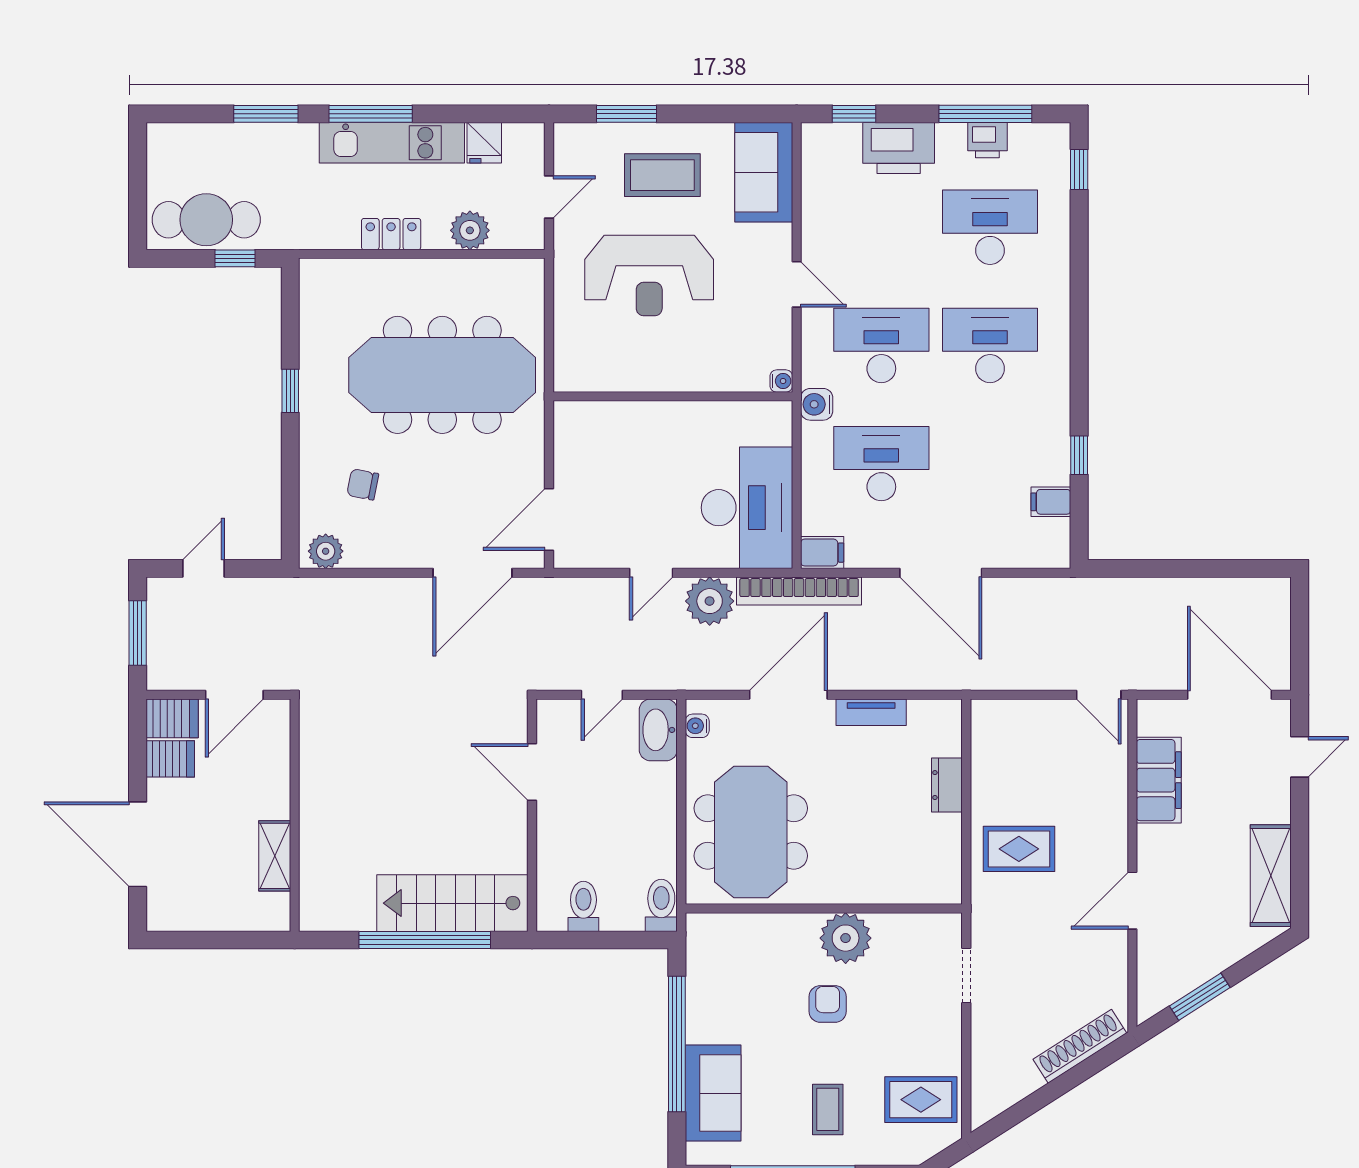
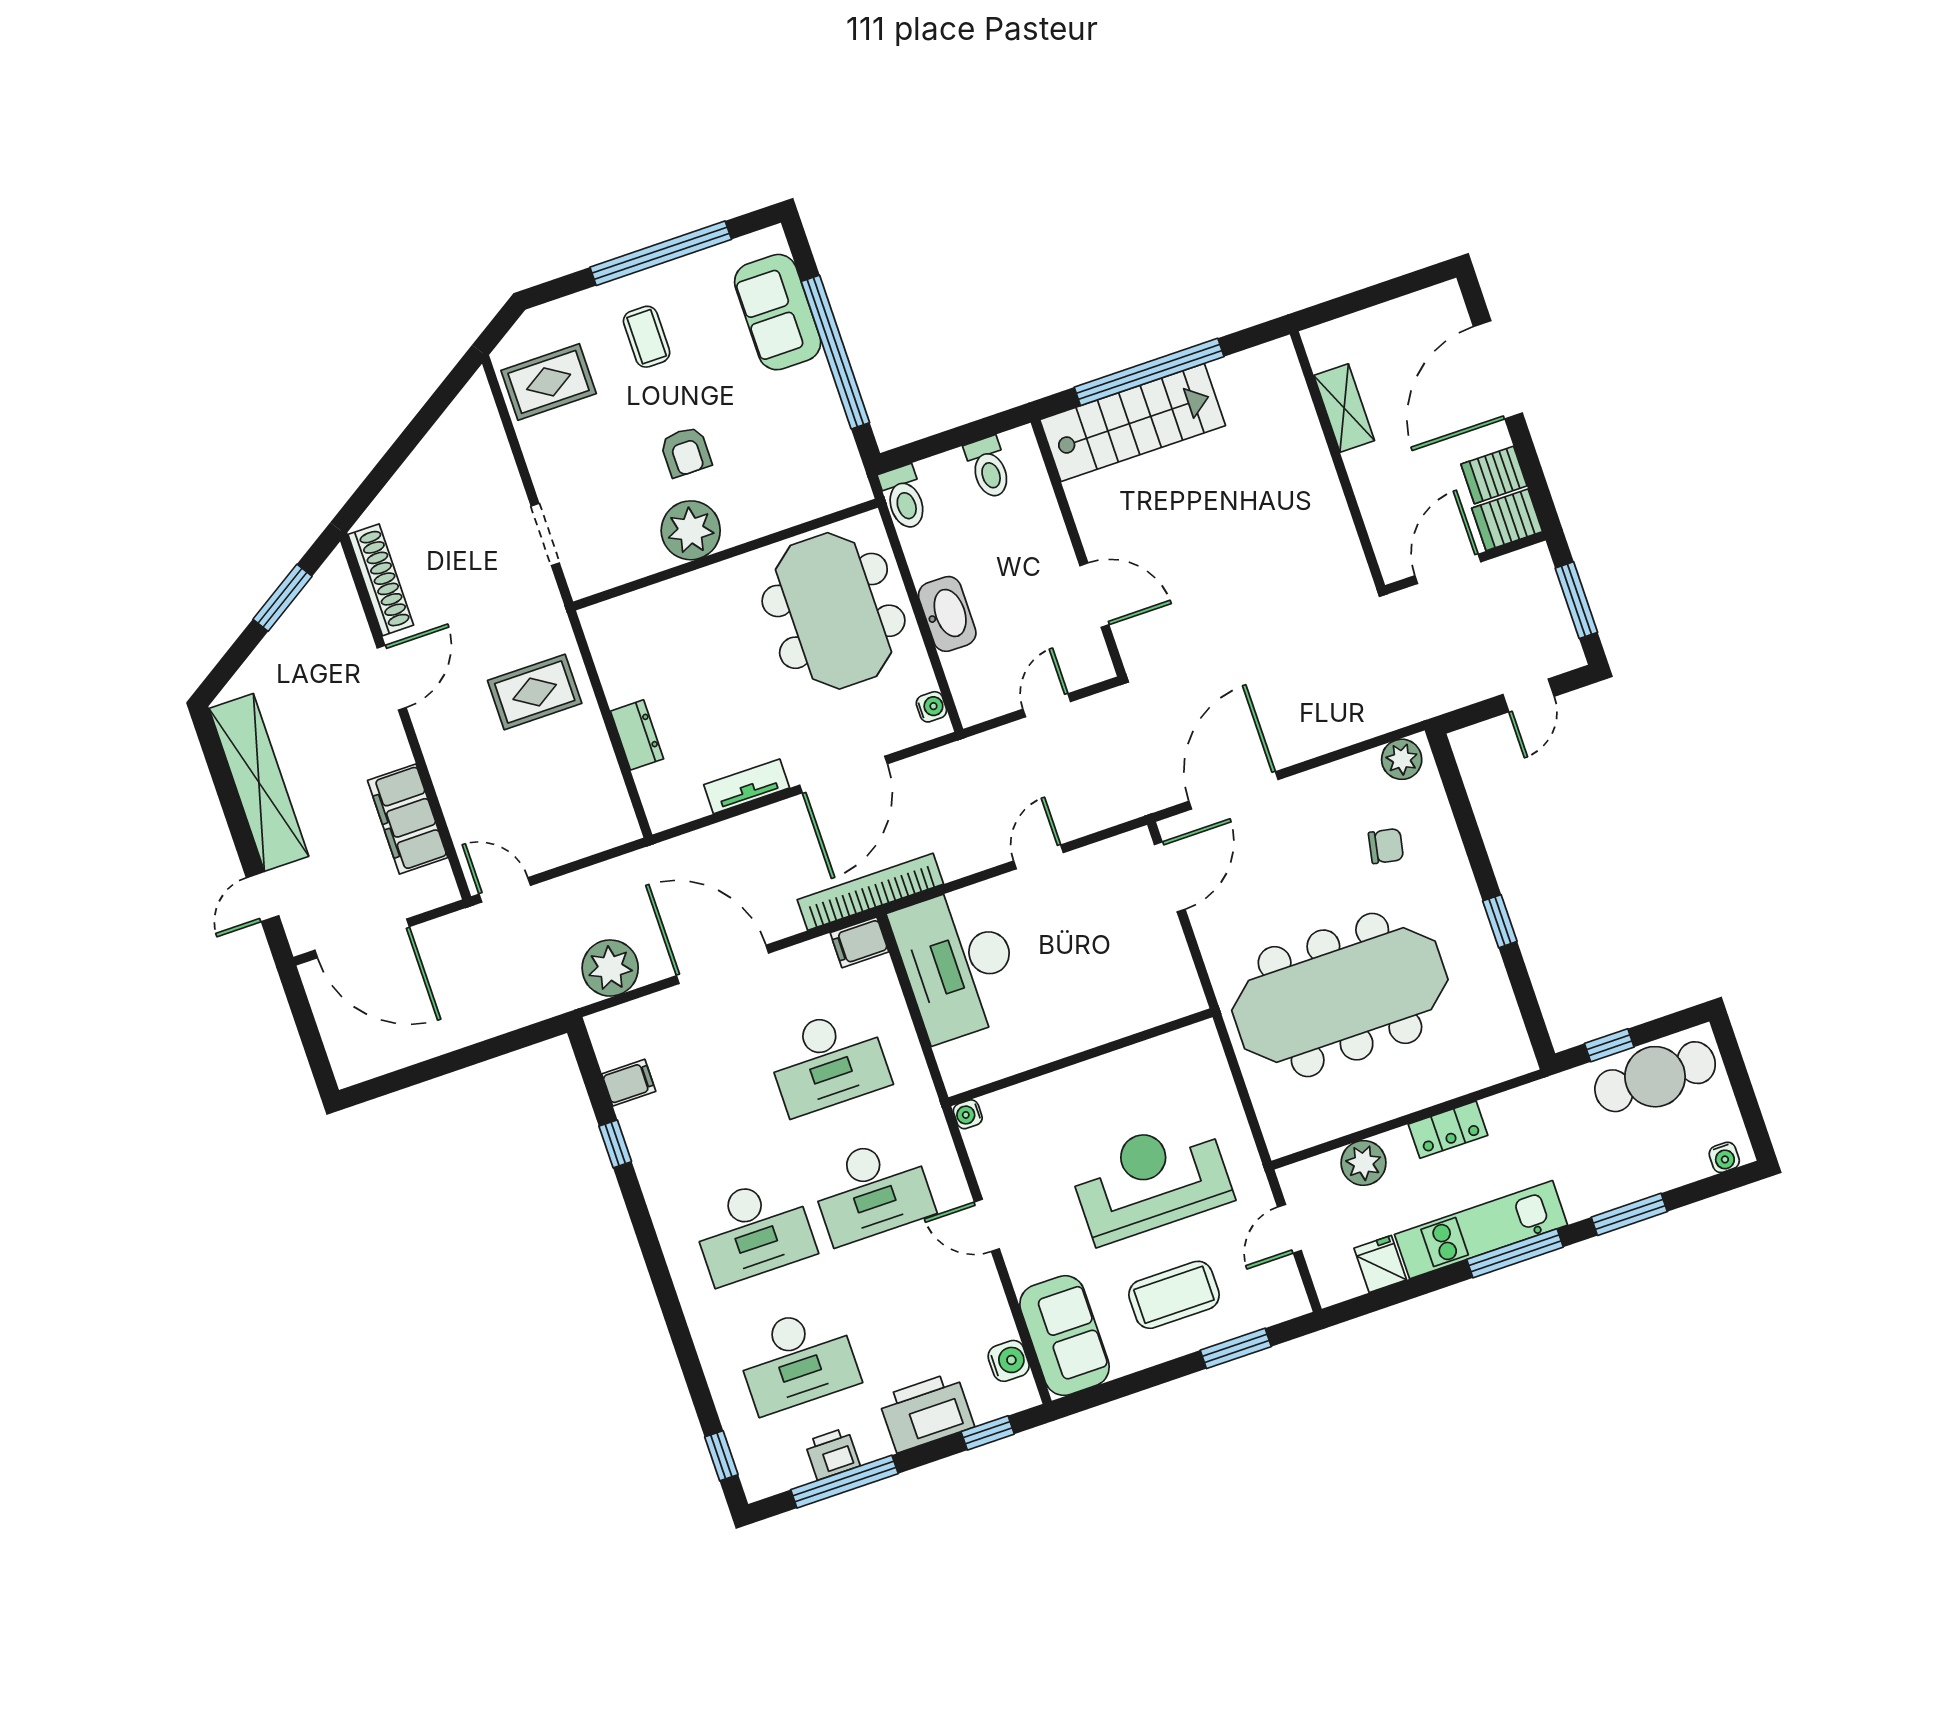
water cooler: (172, 134) -> (1724, 1157), added
water cooler: (817, 404) -> (1009, 1361), moved
plant: (710, 601) -> (610, 968), moved
washbasin: (658, 730) -> (947, 614), moved
door: (138, 844) -> (1498, 370), swing flipped
shelving: (1271, 876) -> (259, 782), width x1.47
shoe rack: (1080, 1046) -> (381, 580), moved, turned -57

